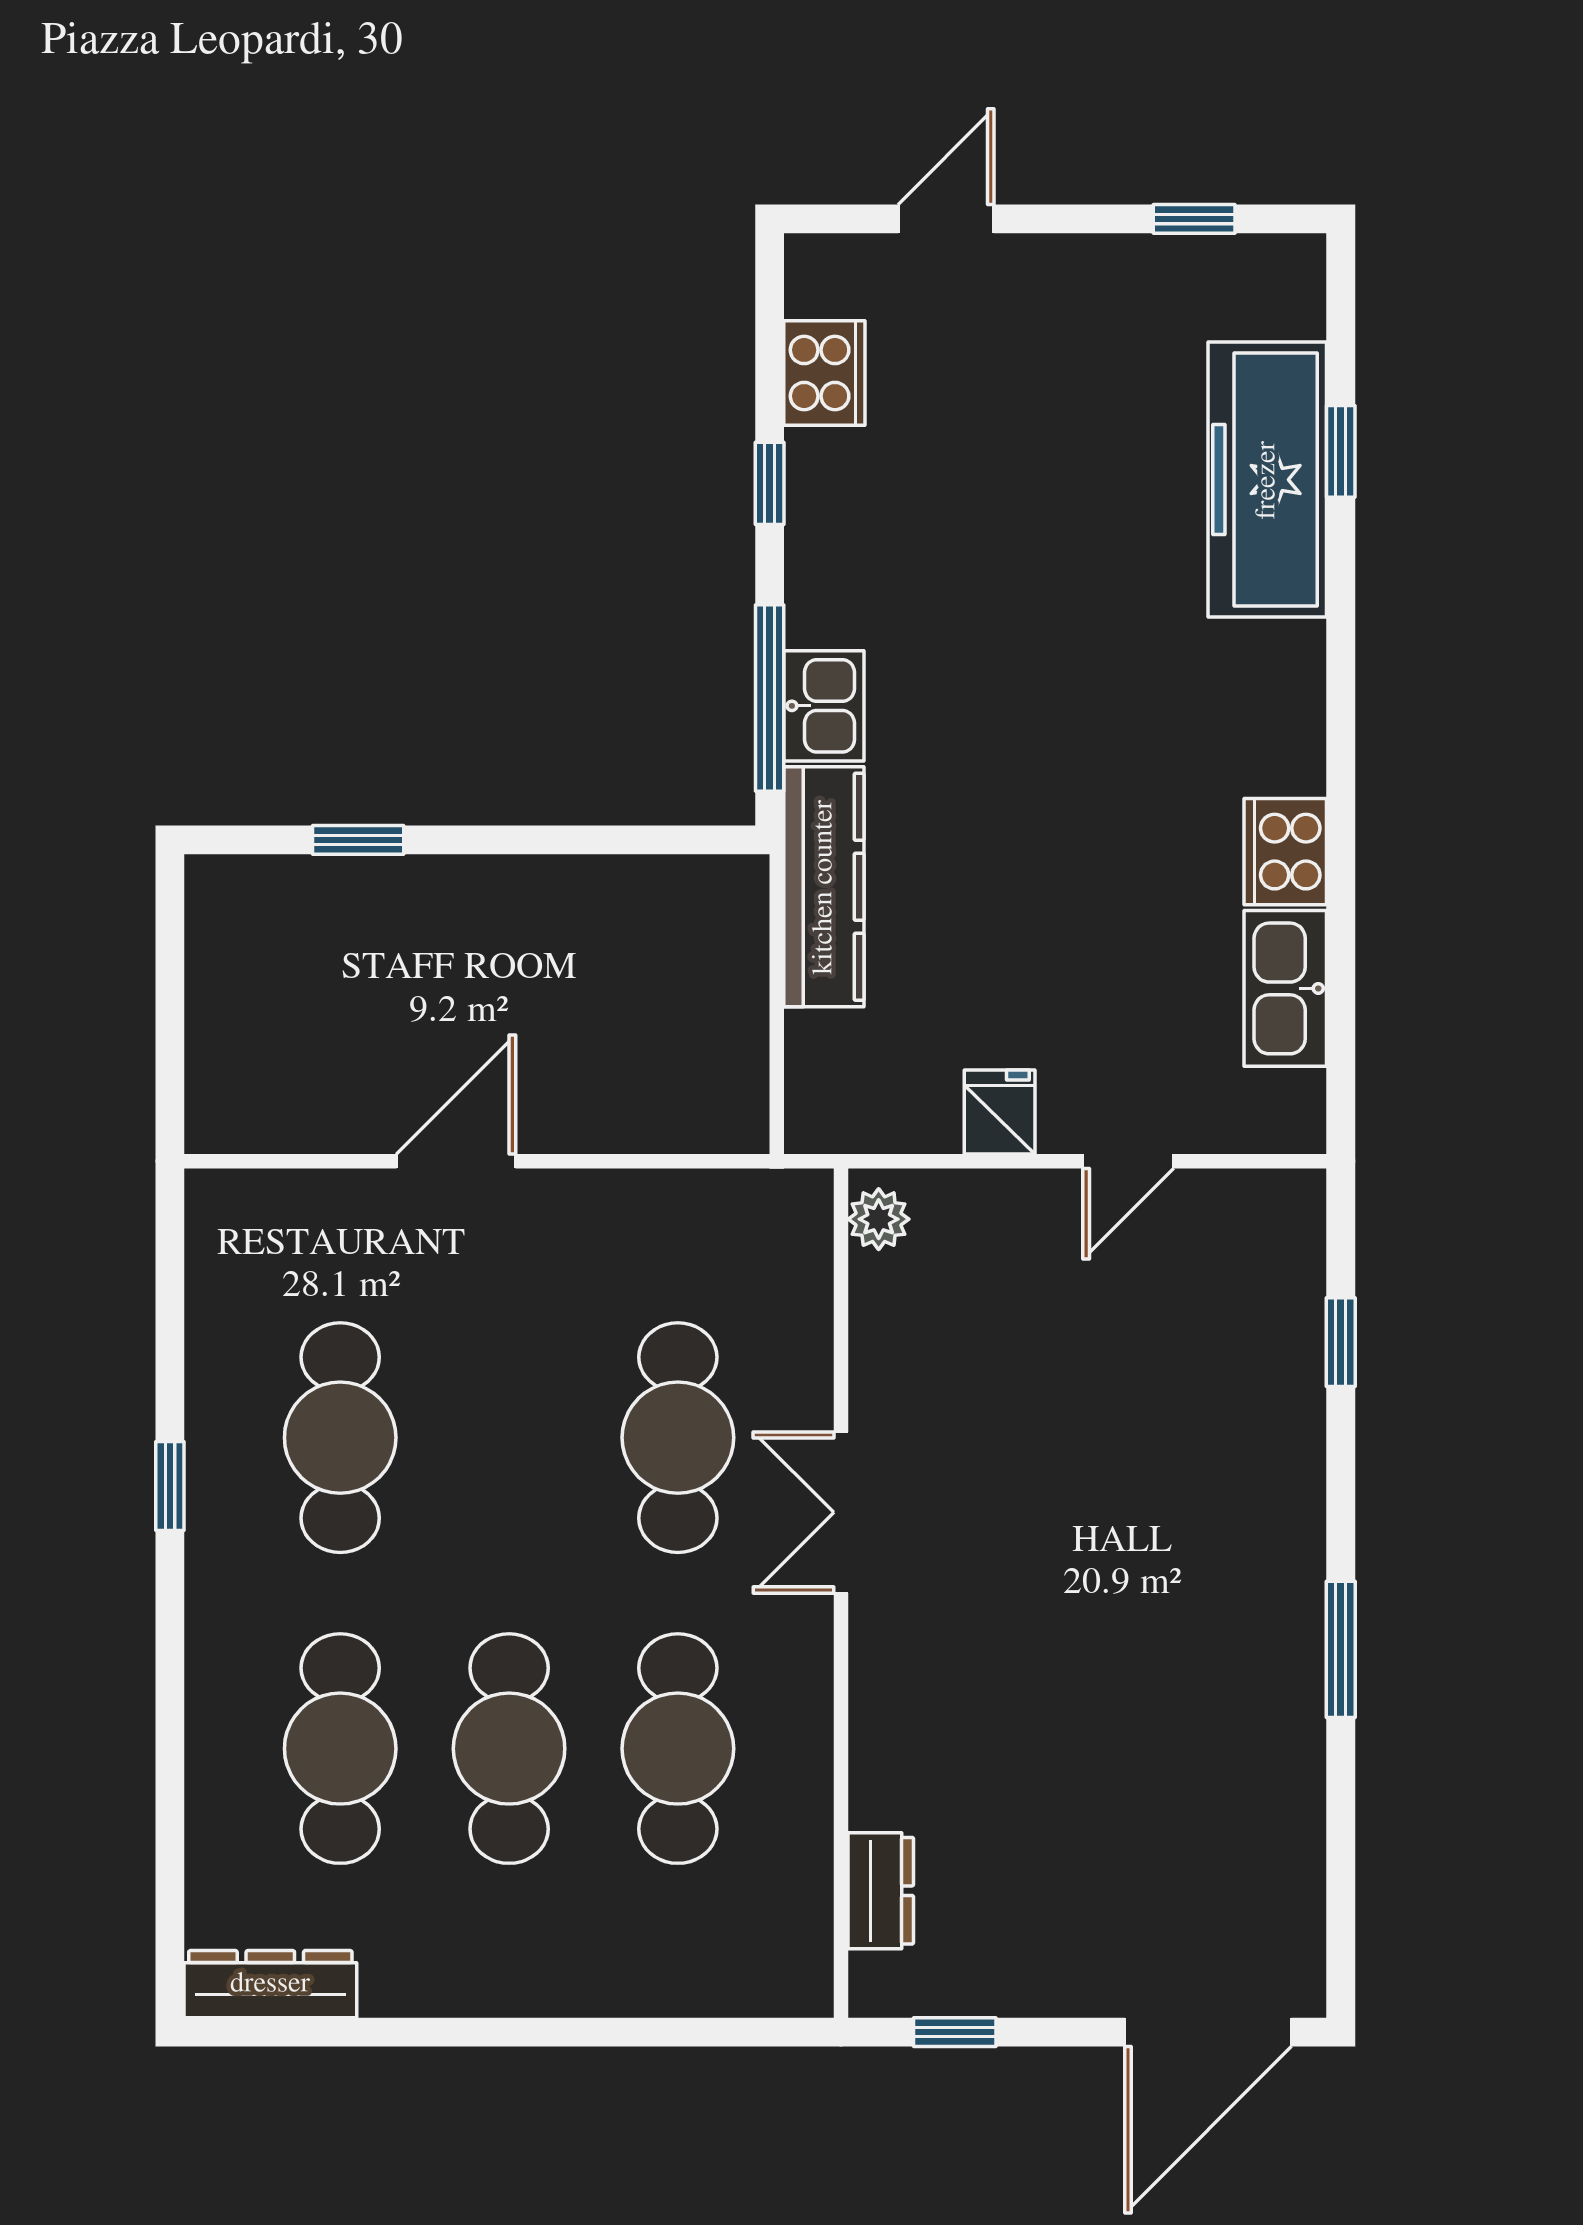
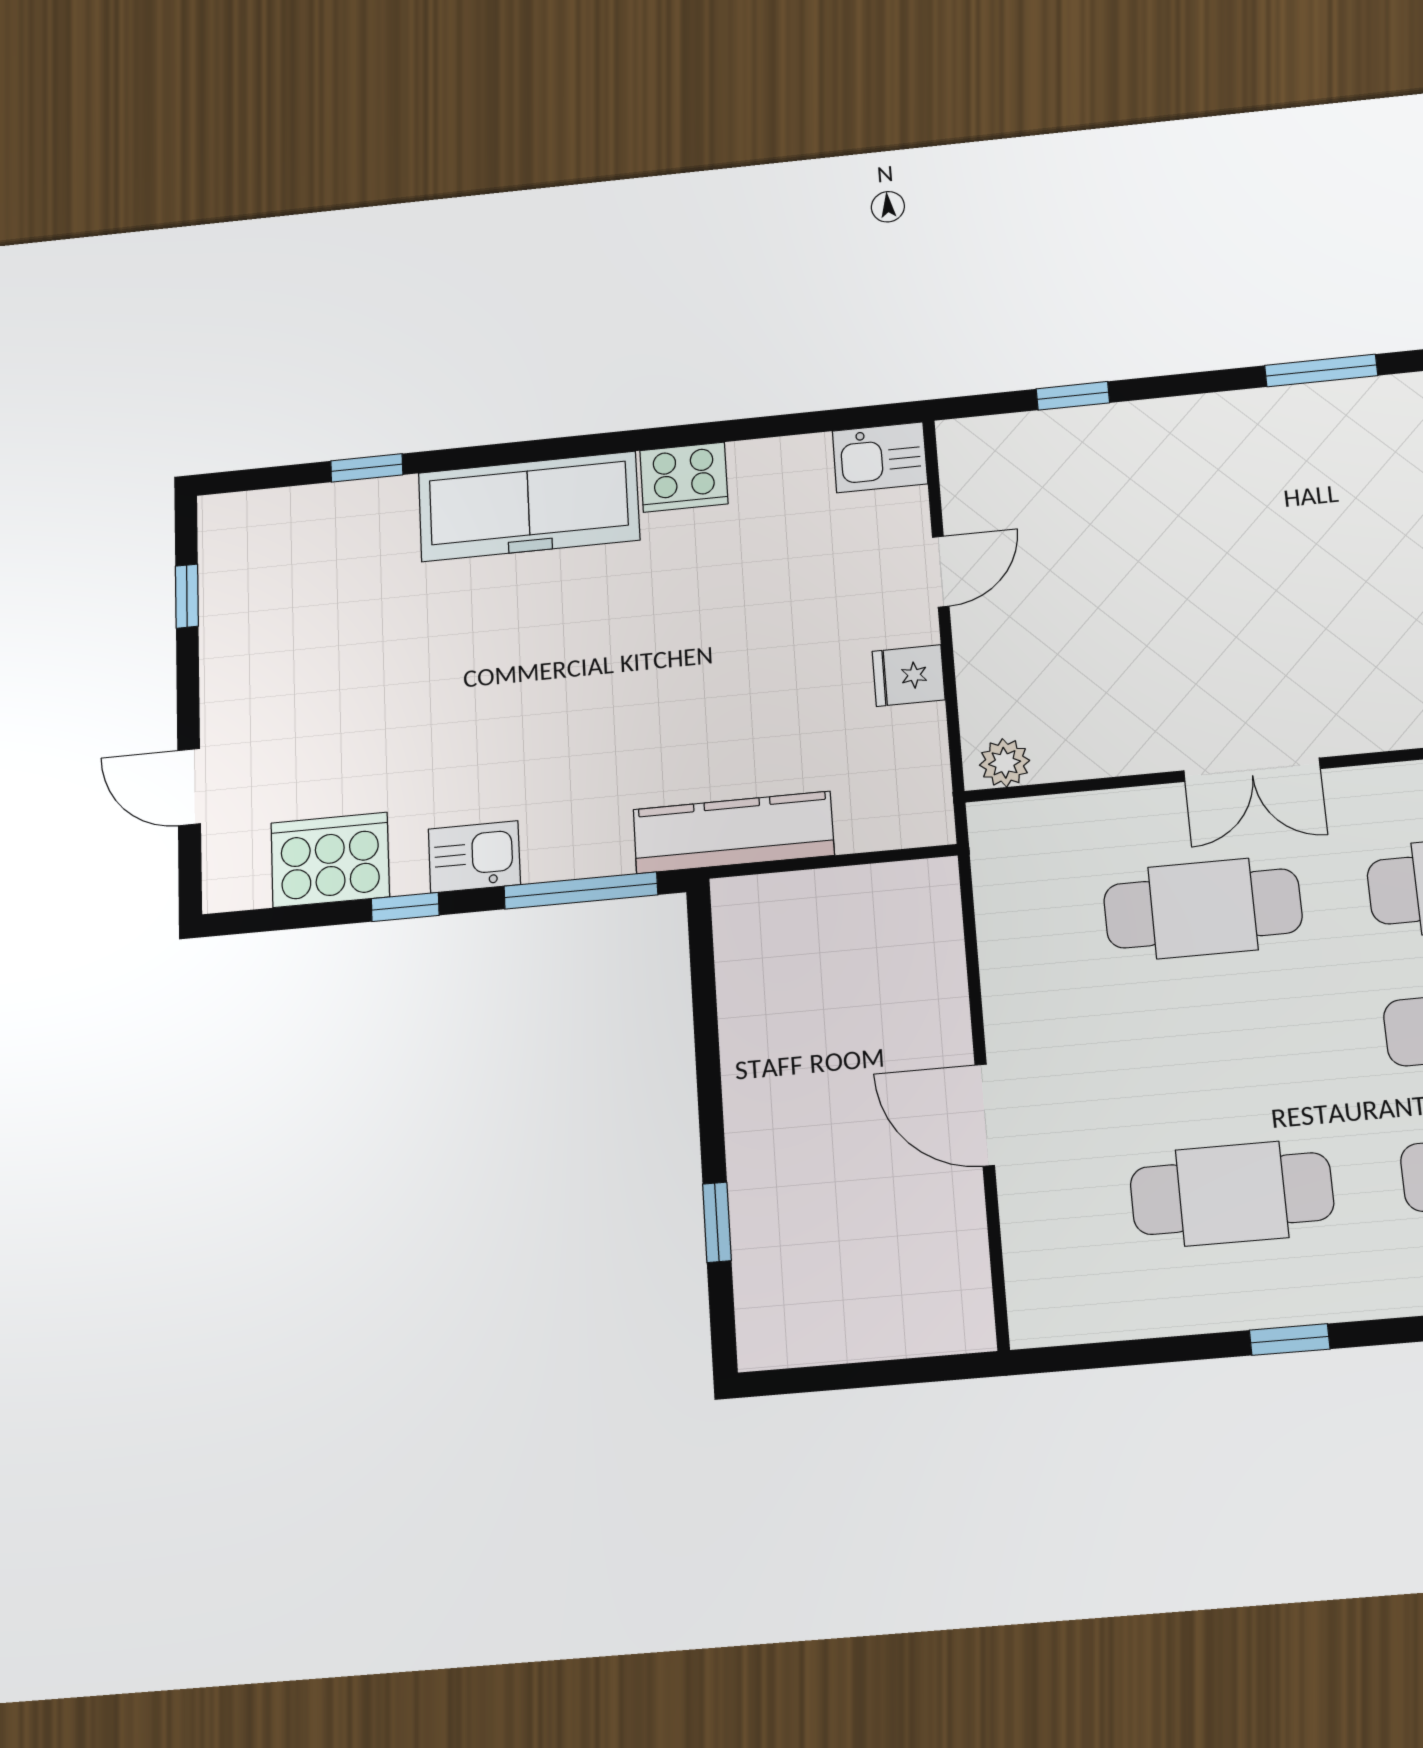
cooker: (824, 373) -> (330, 860), width x1.37, depth x1.31
freezer: (1267, 480) -> (529, 506), moved
kitchen sink: (824, 706) -> (474, 857), moved
kitchen sink: (1285, 988) -> (880, 457), moved, width x0.73
door: (1128, 1161) -> (941, 572), hinge flipped

